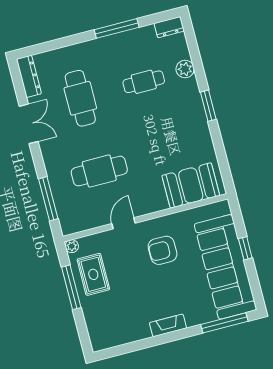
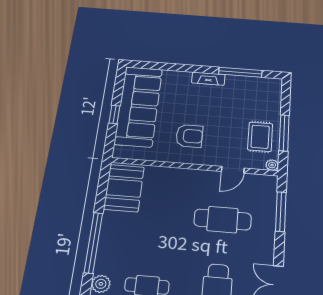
window: (208, 106) -> (93, 243), width x2.11
booth: (191, 185) -> (124, 188), moved, turned 90
door: (123, 223) -> (233, 170), moved
window: (224, 323) -> (240, 72), moved

